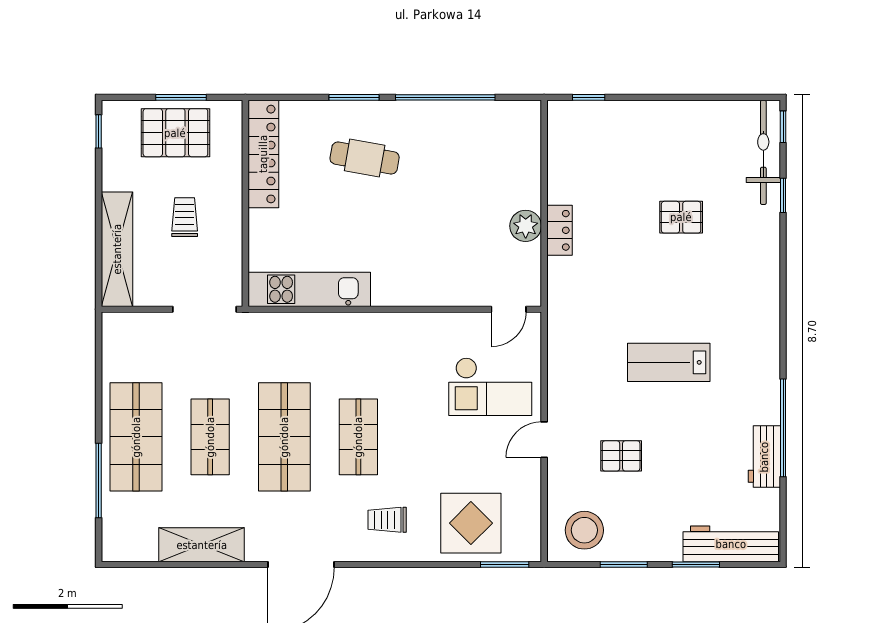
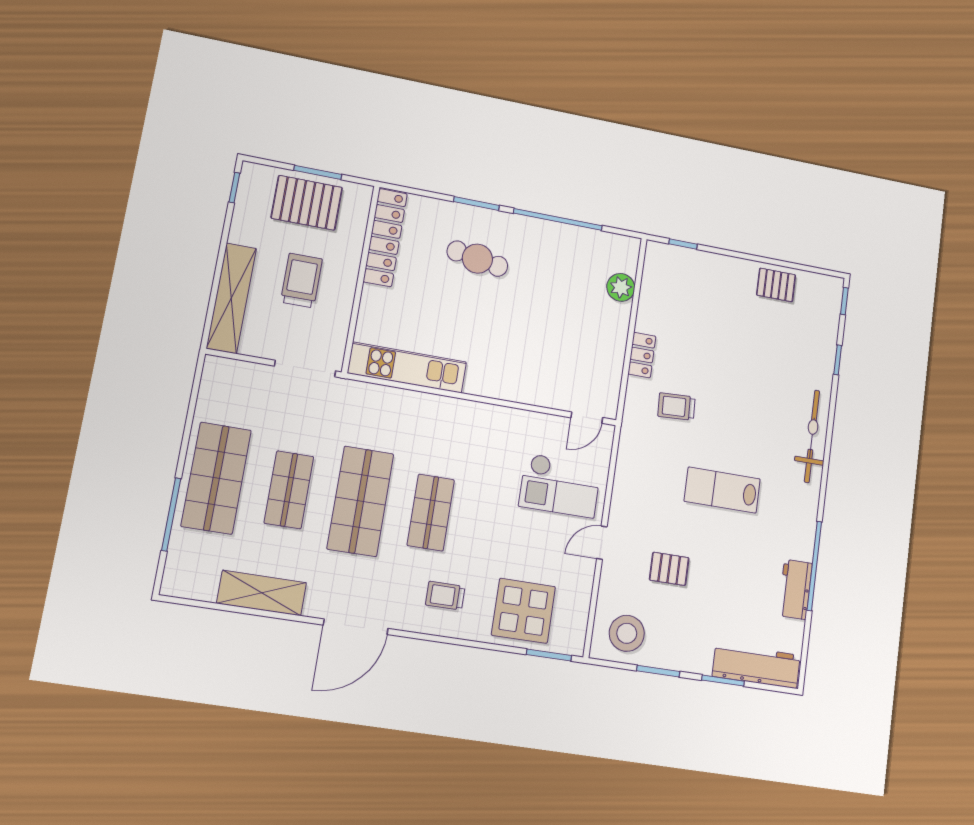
bicycle: (763, 152) -> (812, 436), moved
trolley: (185, 217) -> (301, 280), width x1.36, depth x1.39
pallet: (681, 217) -> (776, 285), moved
plant: (526, 226) -> (621, 287), moved
trolley: (606, 280) -> (676, 407), added

